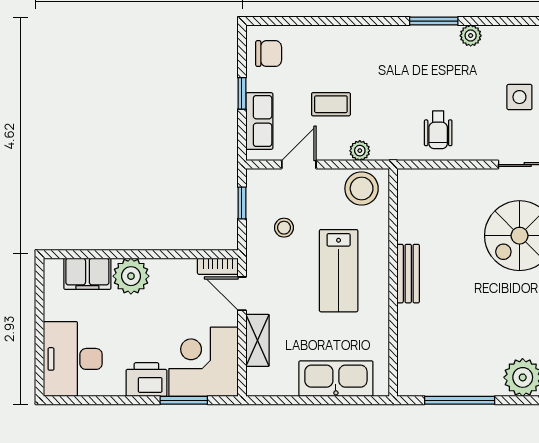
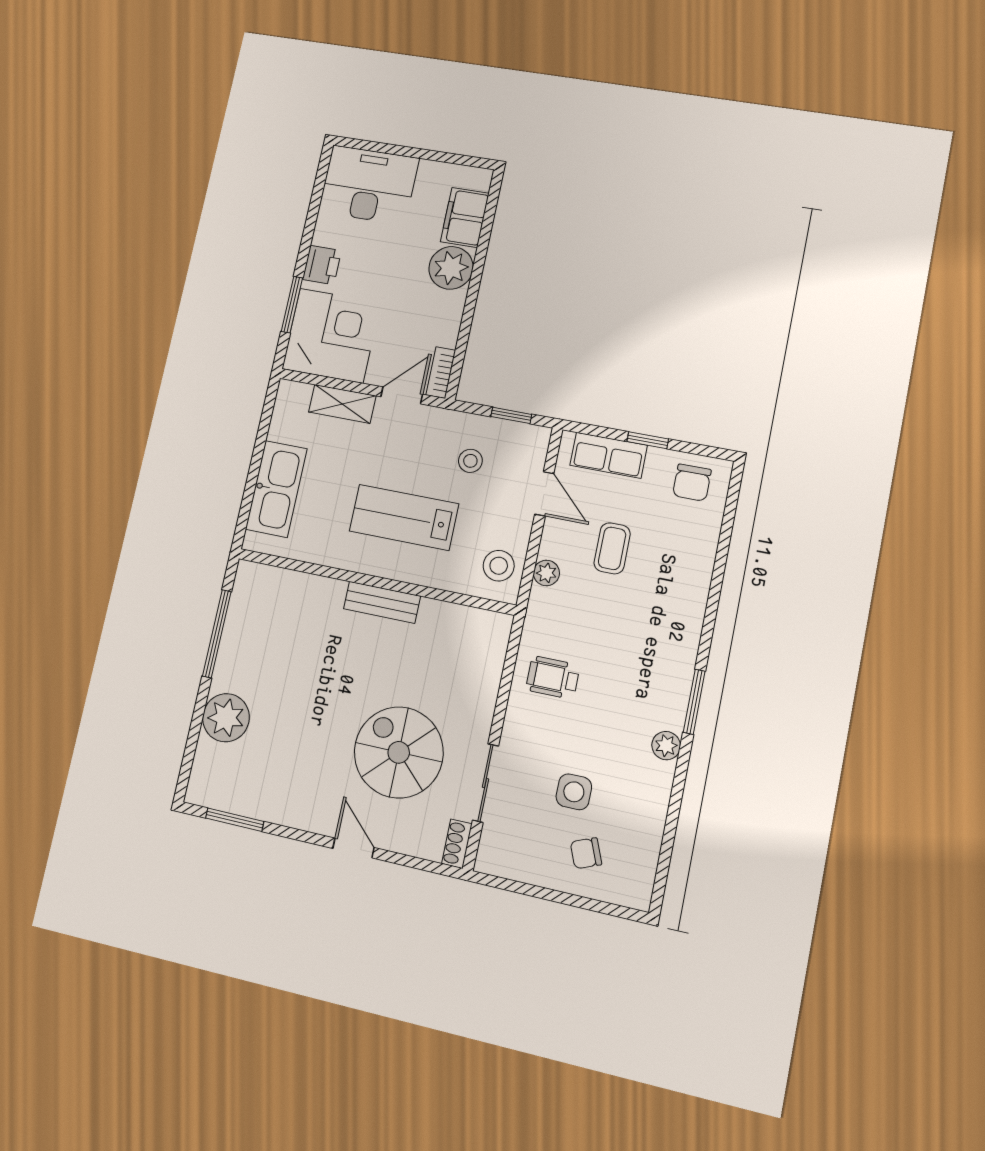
stool: (362, 188) -> (499, 566), width x0.73, depth x0.73
printer: (146, 380) -> (322, 265), width x0.73, depth x0.81

